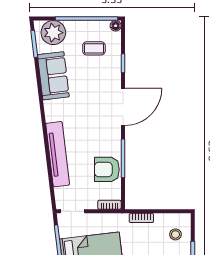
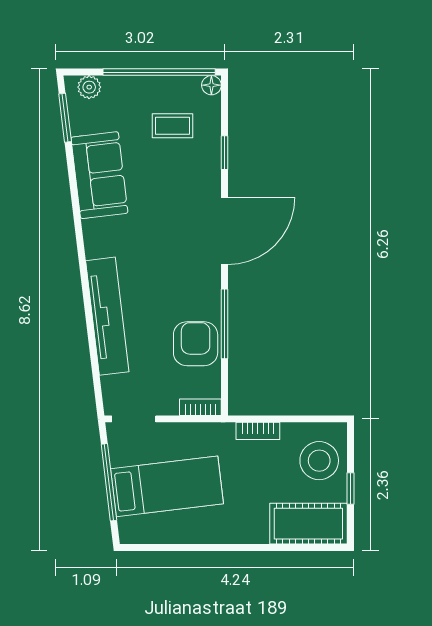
plant: (53, 33) -> (89, 87), width x0.53, depth x0.53
armchair: (107, 169) -> (196, 344), turned 90
stool: (175, 234) -> (319, 461), width x1.89, depth x1.89

